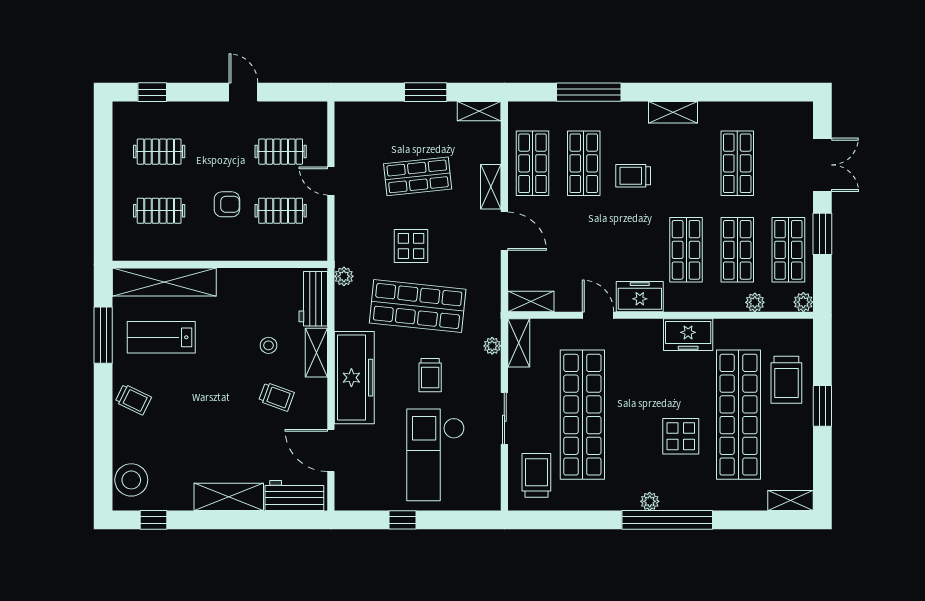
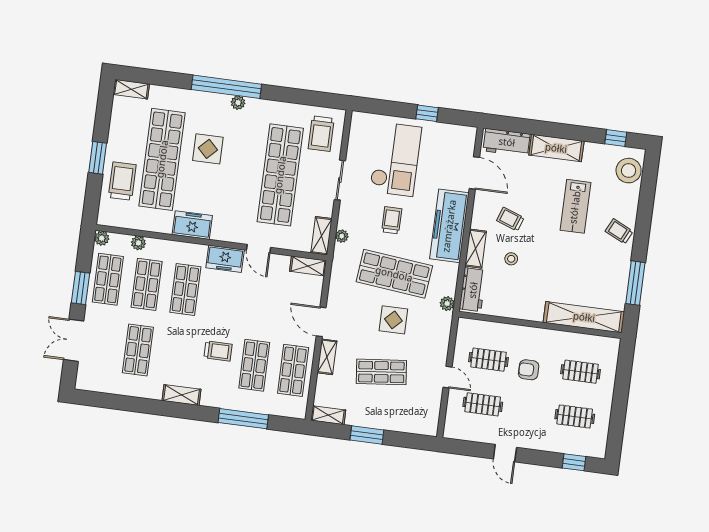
lab bench: (161, 337) -> (575, 206), moved, turned 90

